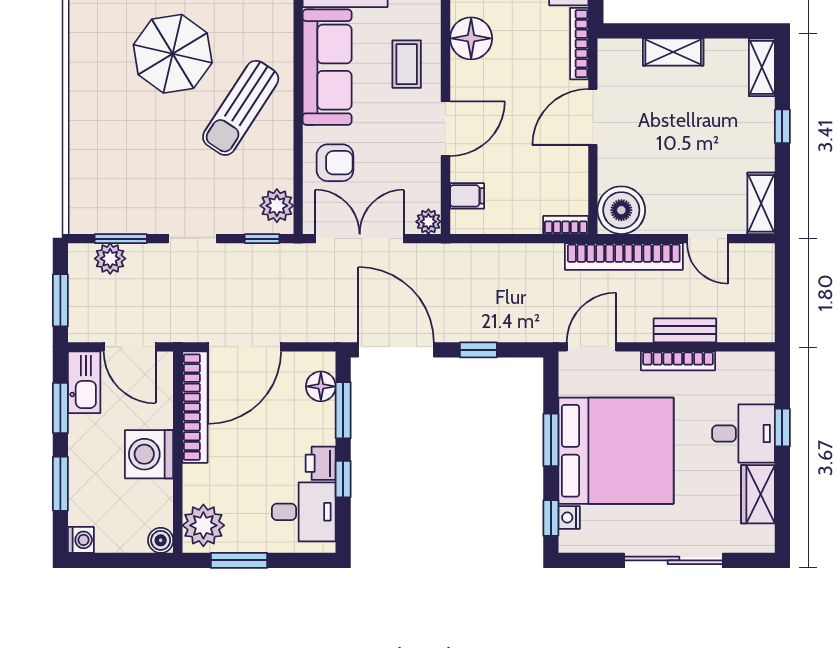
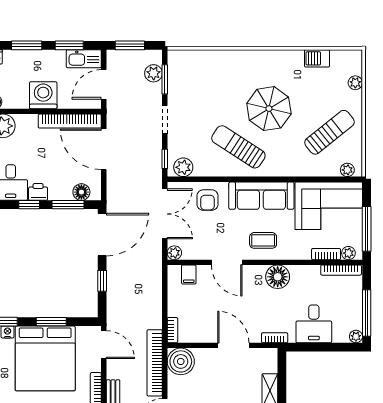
bookcase: (579, 44) -> (275, 338), width x0.64

